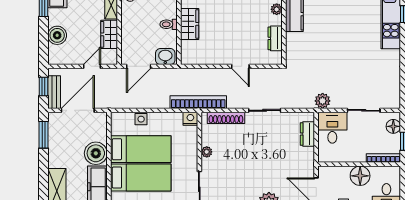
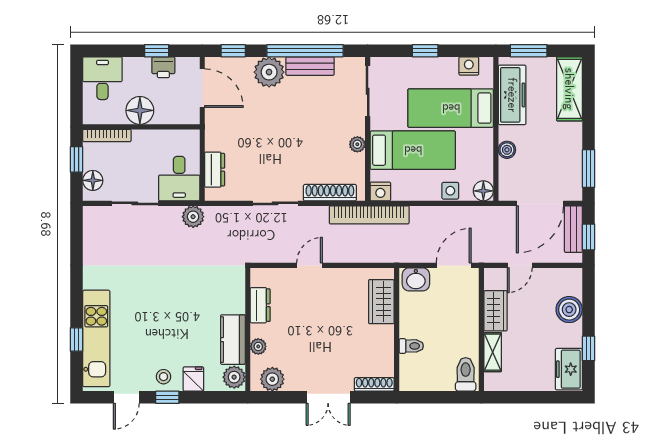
toilet: (169, 24) -> (411, 346), moved
wardrobe: (190, 24) -> (381, 302), moved
door: (240, 66) -> (310, 265), hinge flipped
floor lamp: (118, 119) -> (483, 191), added
bed: (141, 149) -> (413, 150), moved, turned 180
boiler: (96, 153) -> (507, 150), width x0.54, depth x0.54

